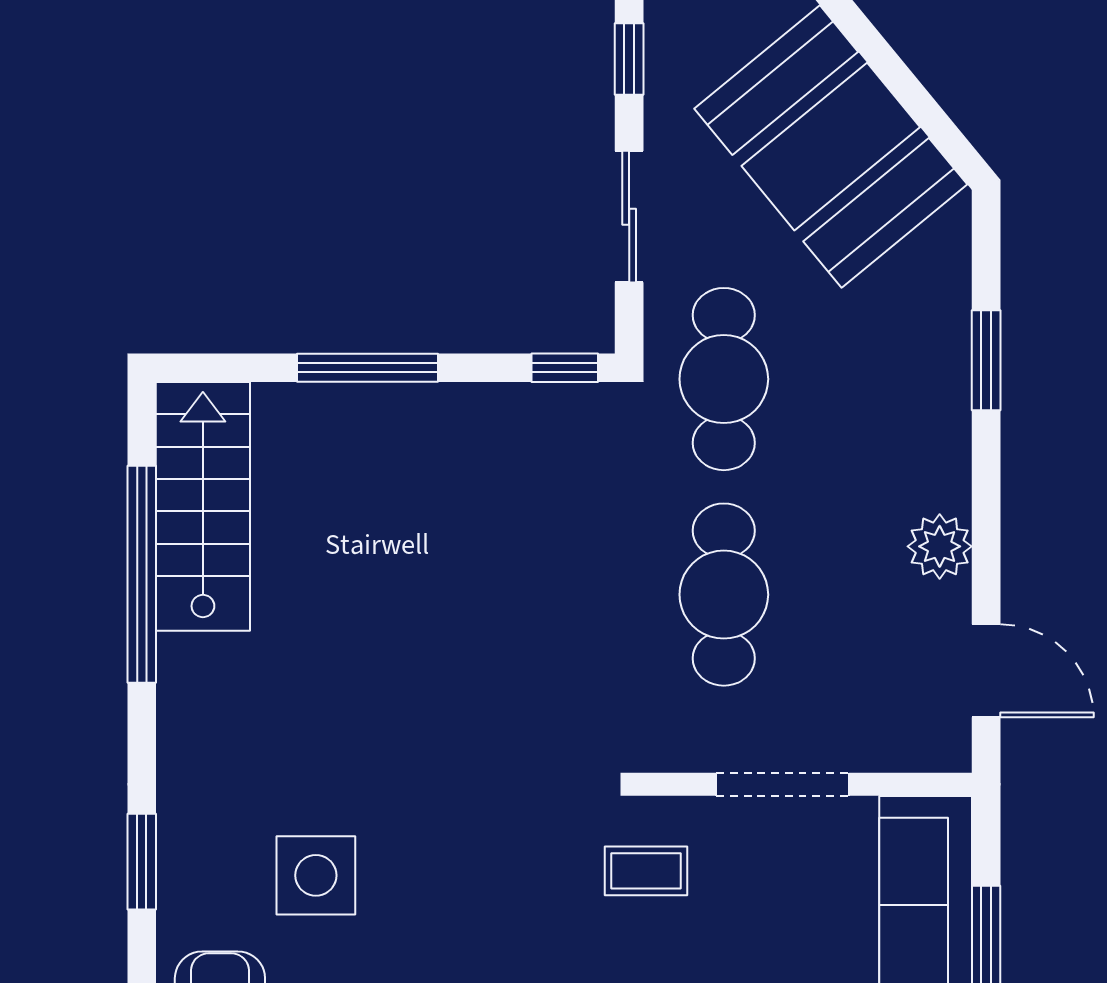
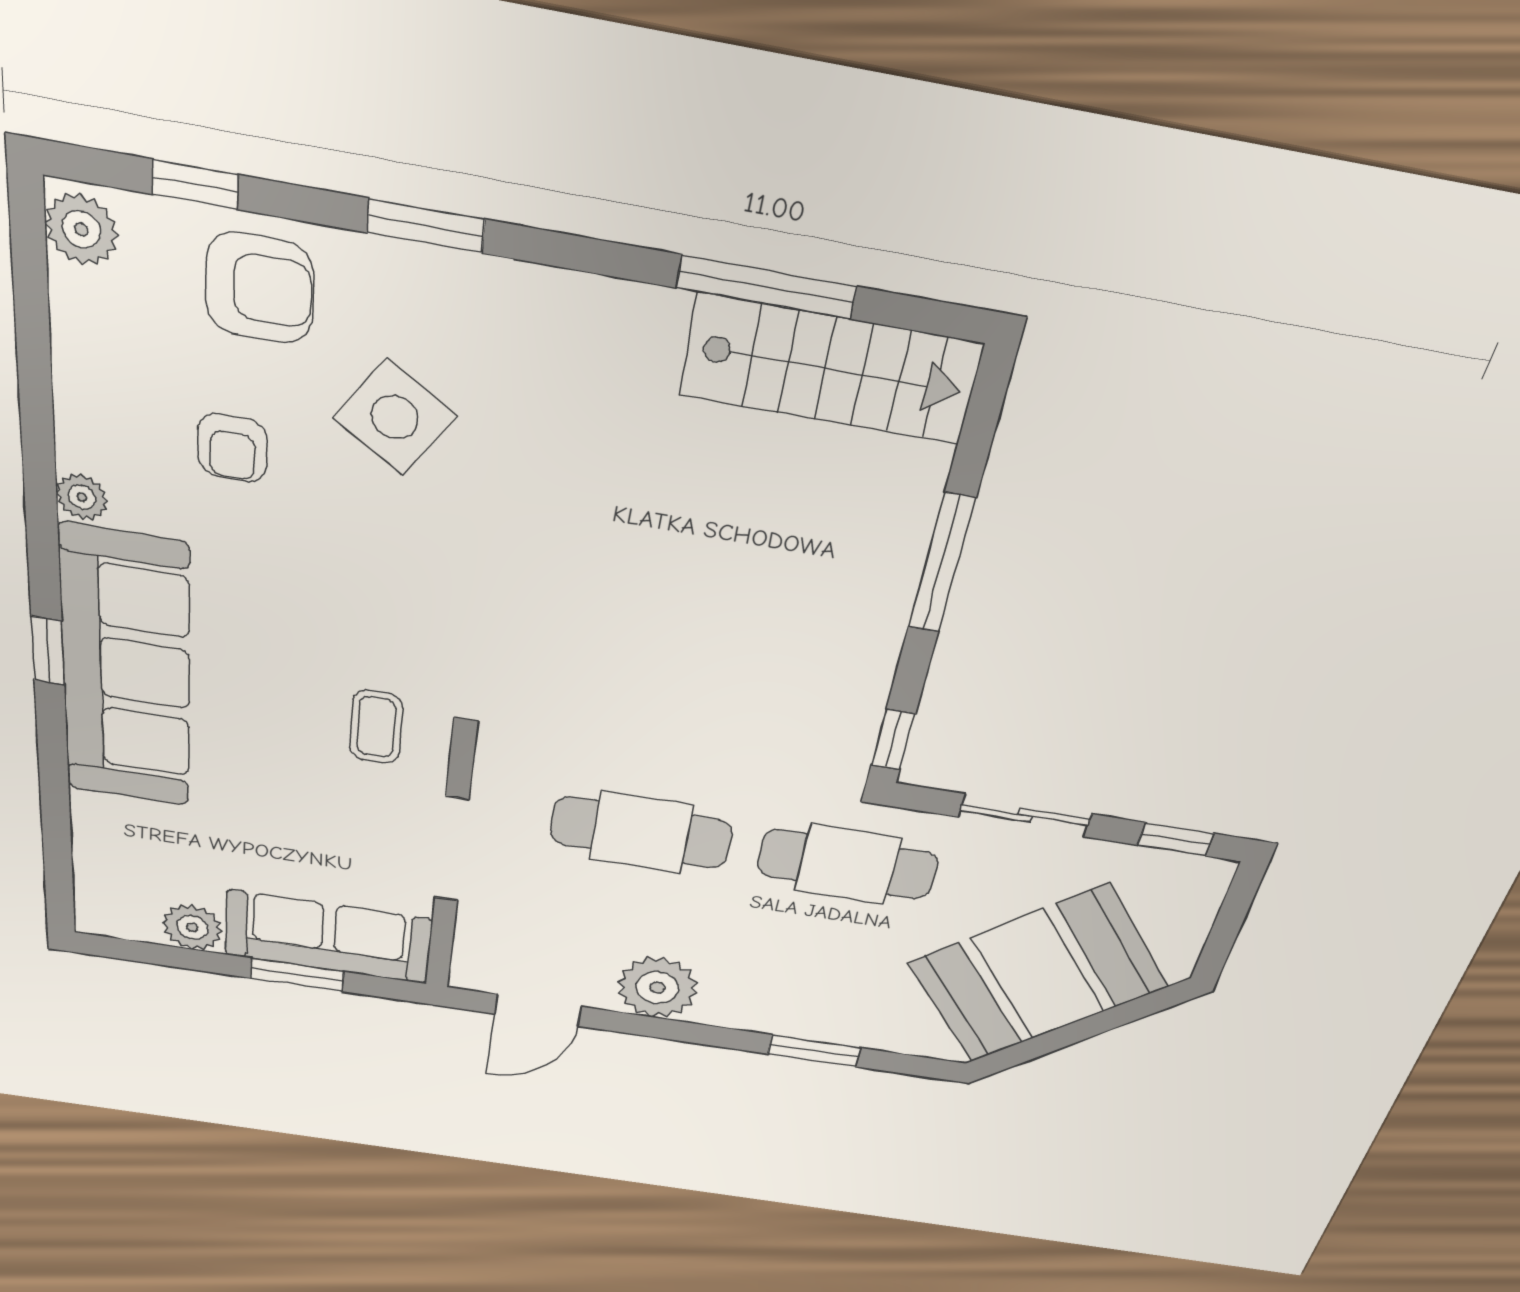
plant: (940, 546) -> (657, 988), width x1.36, depth x1.36
window: (142, 574) -> (767, 287), width x0.68
side table: (316, 875) -> (395, 417), turned 34

